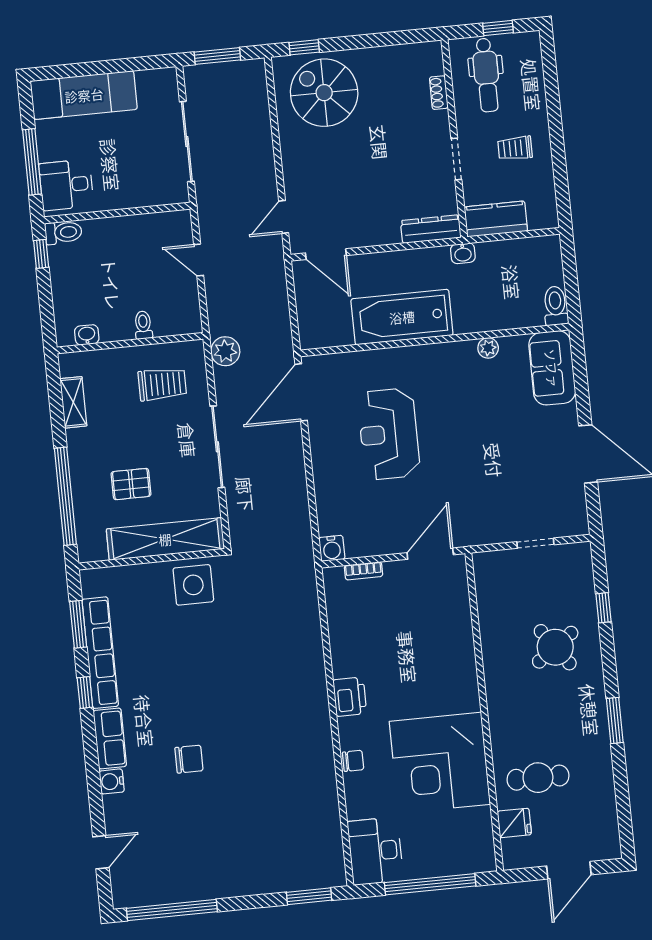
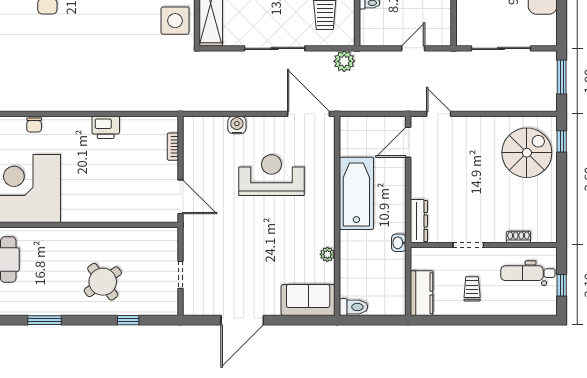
kitchen counter: (496, 219) -> (422, 293), moved
water cooler: (332, 548) -> (237, 125), moved, turned 90
printer: (350, 697) -> (106, 127), moved

